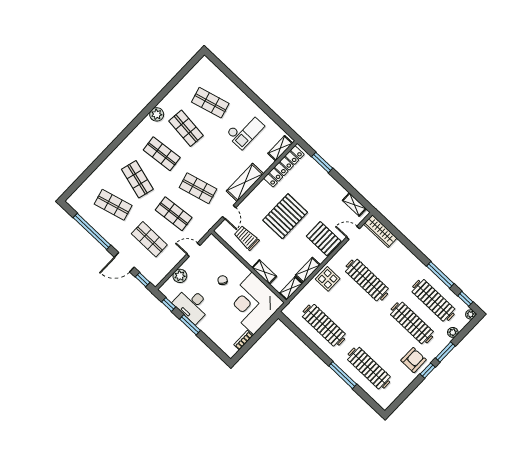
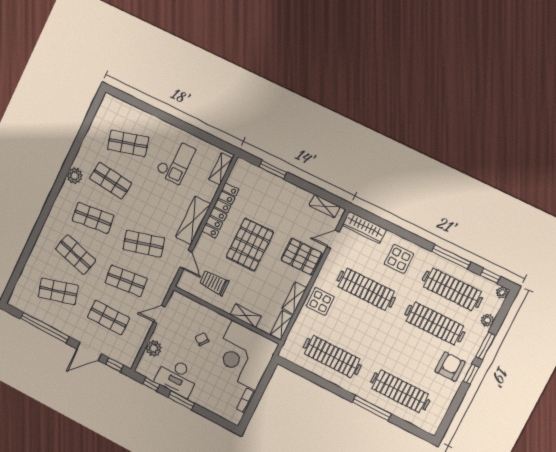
locker: (284, 166) -> (220, 210), moved
display table: (400, 264) -> (399, 259), added

